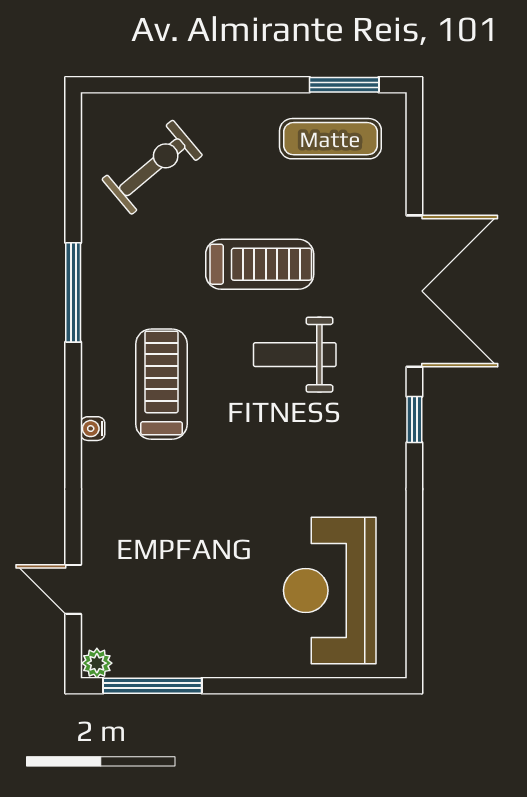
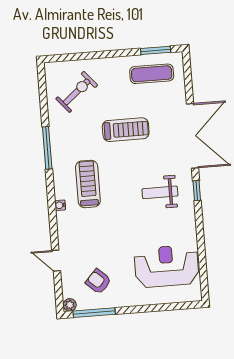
weight bench: (295, 355) -> (160, 192), moved
door: (73, 589) -> (56, 261), moved
reception desk: (330, 590) -> (166, 266), turned 90
armchair: (168, 614) -> (98, 281), added

